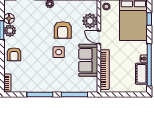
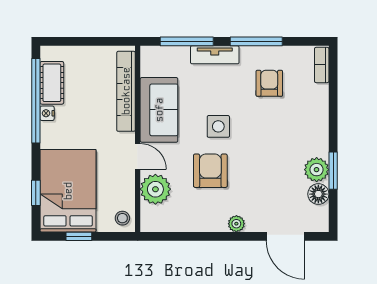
armchair: (14, 54) -> (269, 83), moved
tv unit: (60, 88) -> (215, 55), added

